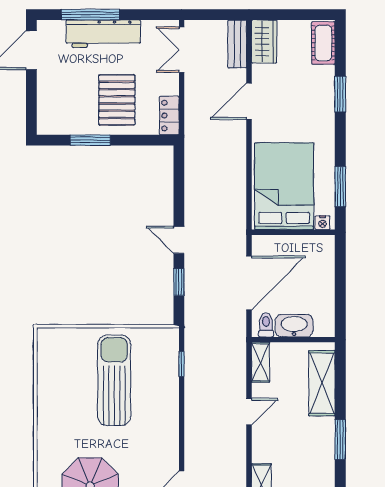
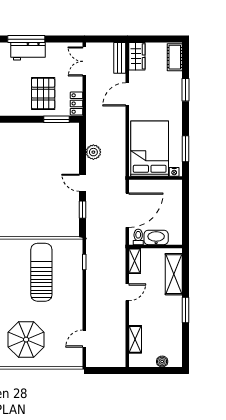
workbench: (103, 34) -> (28, 51), width x0.73
window: (90, 140) -> (56, 119), moved
plant: (196, 192) -> (93, 152), added

